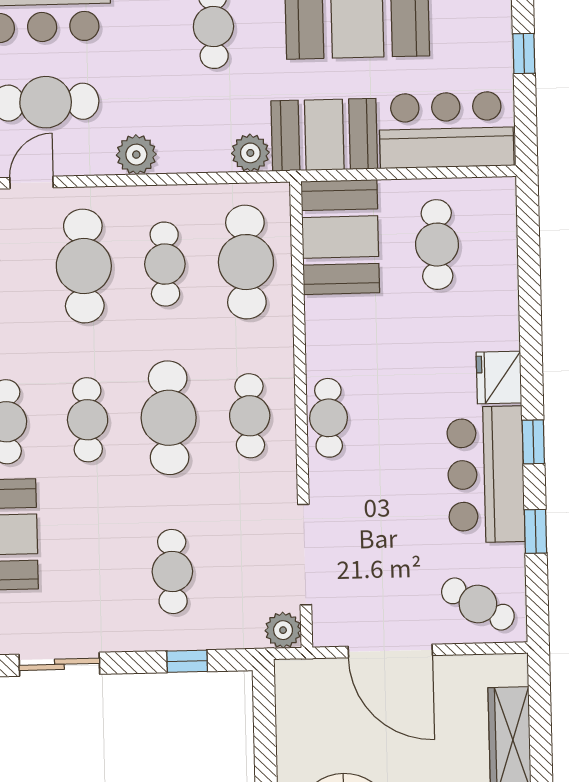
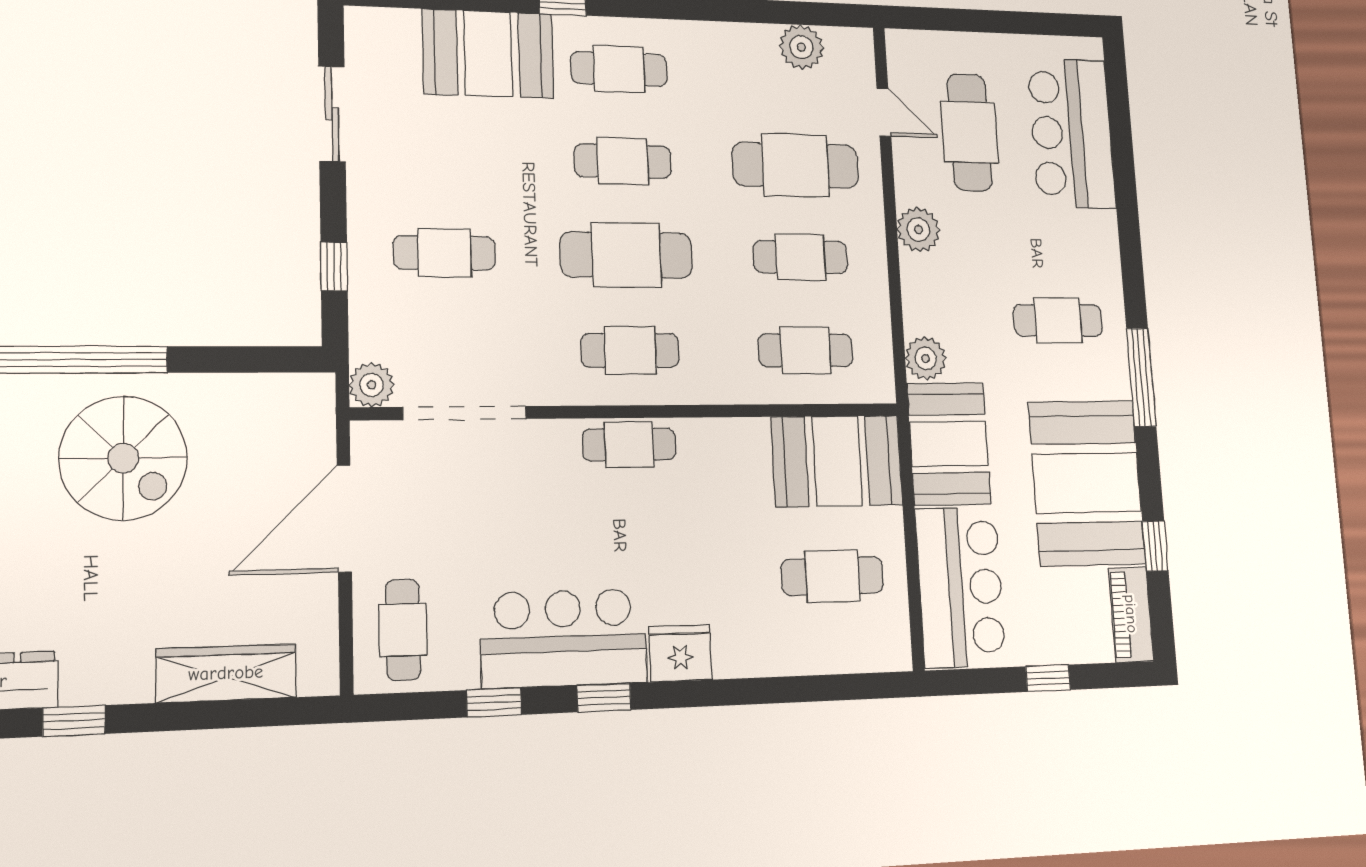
cafe table: (246, 262) -> (805, 350), width x0.73, depth x0.74
cafe table: (478, 604) -> (403, 630), turned -30

